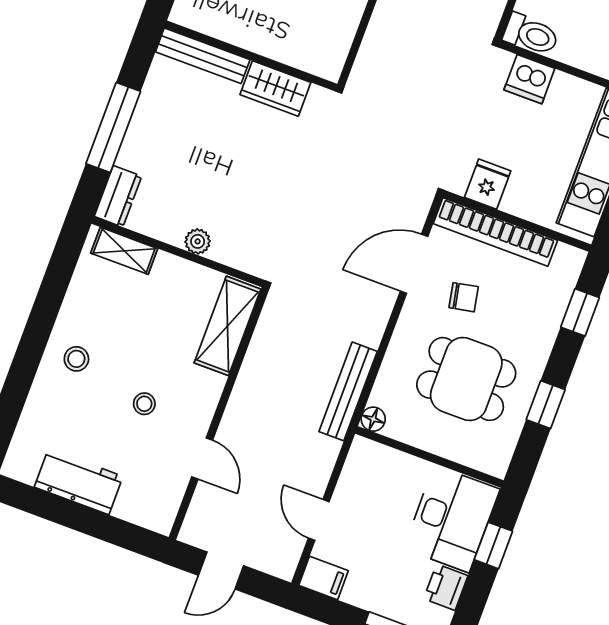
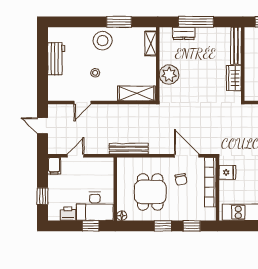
dresser: (118, 196) -> (184, 33), moved
plant: (198, 241) -> (169, 75), width x1.88, depth x1.88
window: (47, 305) -> (119, 22), added
stool: (76, 359) -> (103, 41), width x1.89, depth x1.89
window: (546, 405) -> (163, 226), moved
floor lamp: (373, 419) -> (122, 216), moved

